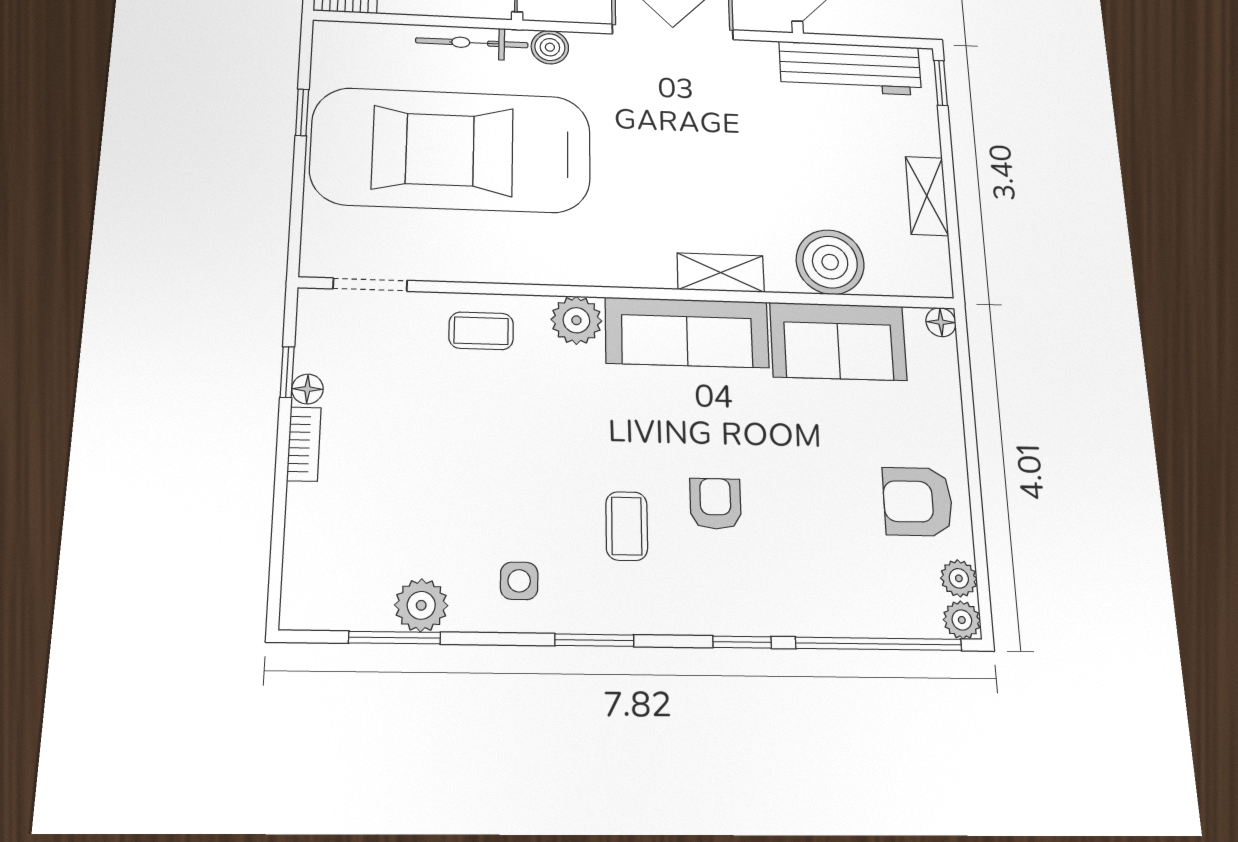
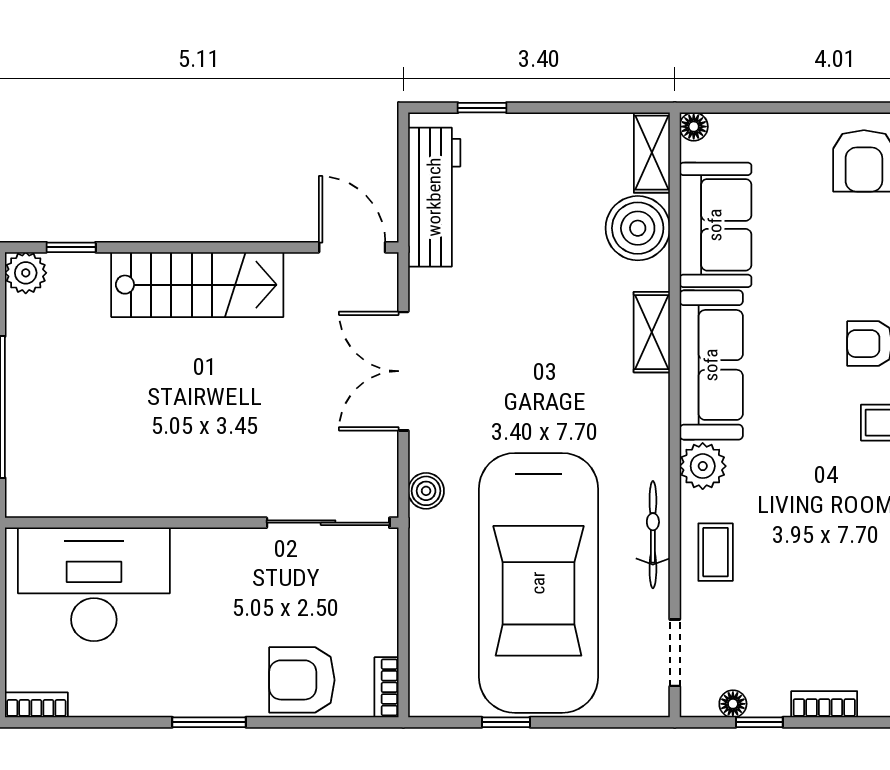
bicycle: (472, 43) -> (653, 535), moved, turned 180
window: (941, 83) -> (482, 108), moved
shelving: (927, 196) -> (652, 153), moved, turned 90
floor lamp: (307, 389) -> (733, 704), moved

